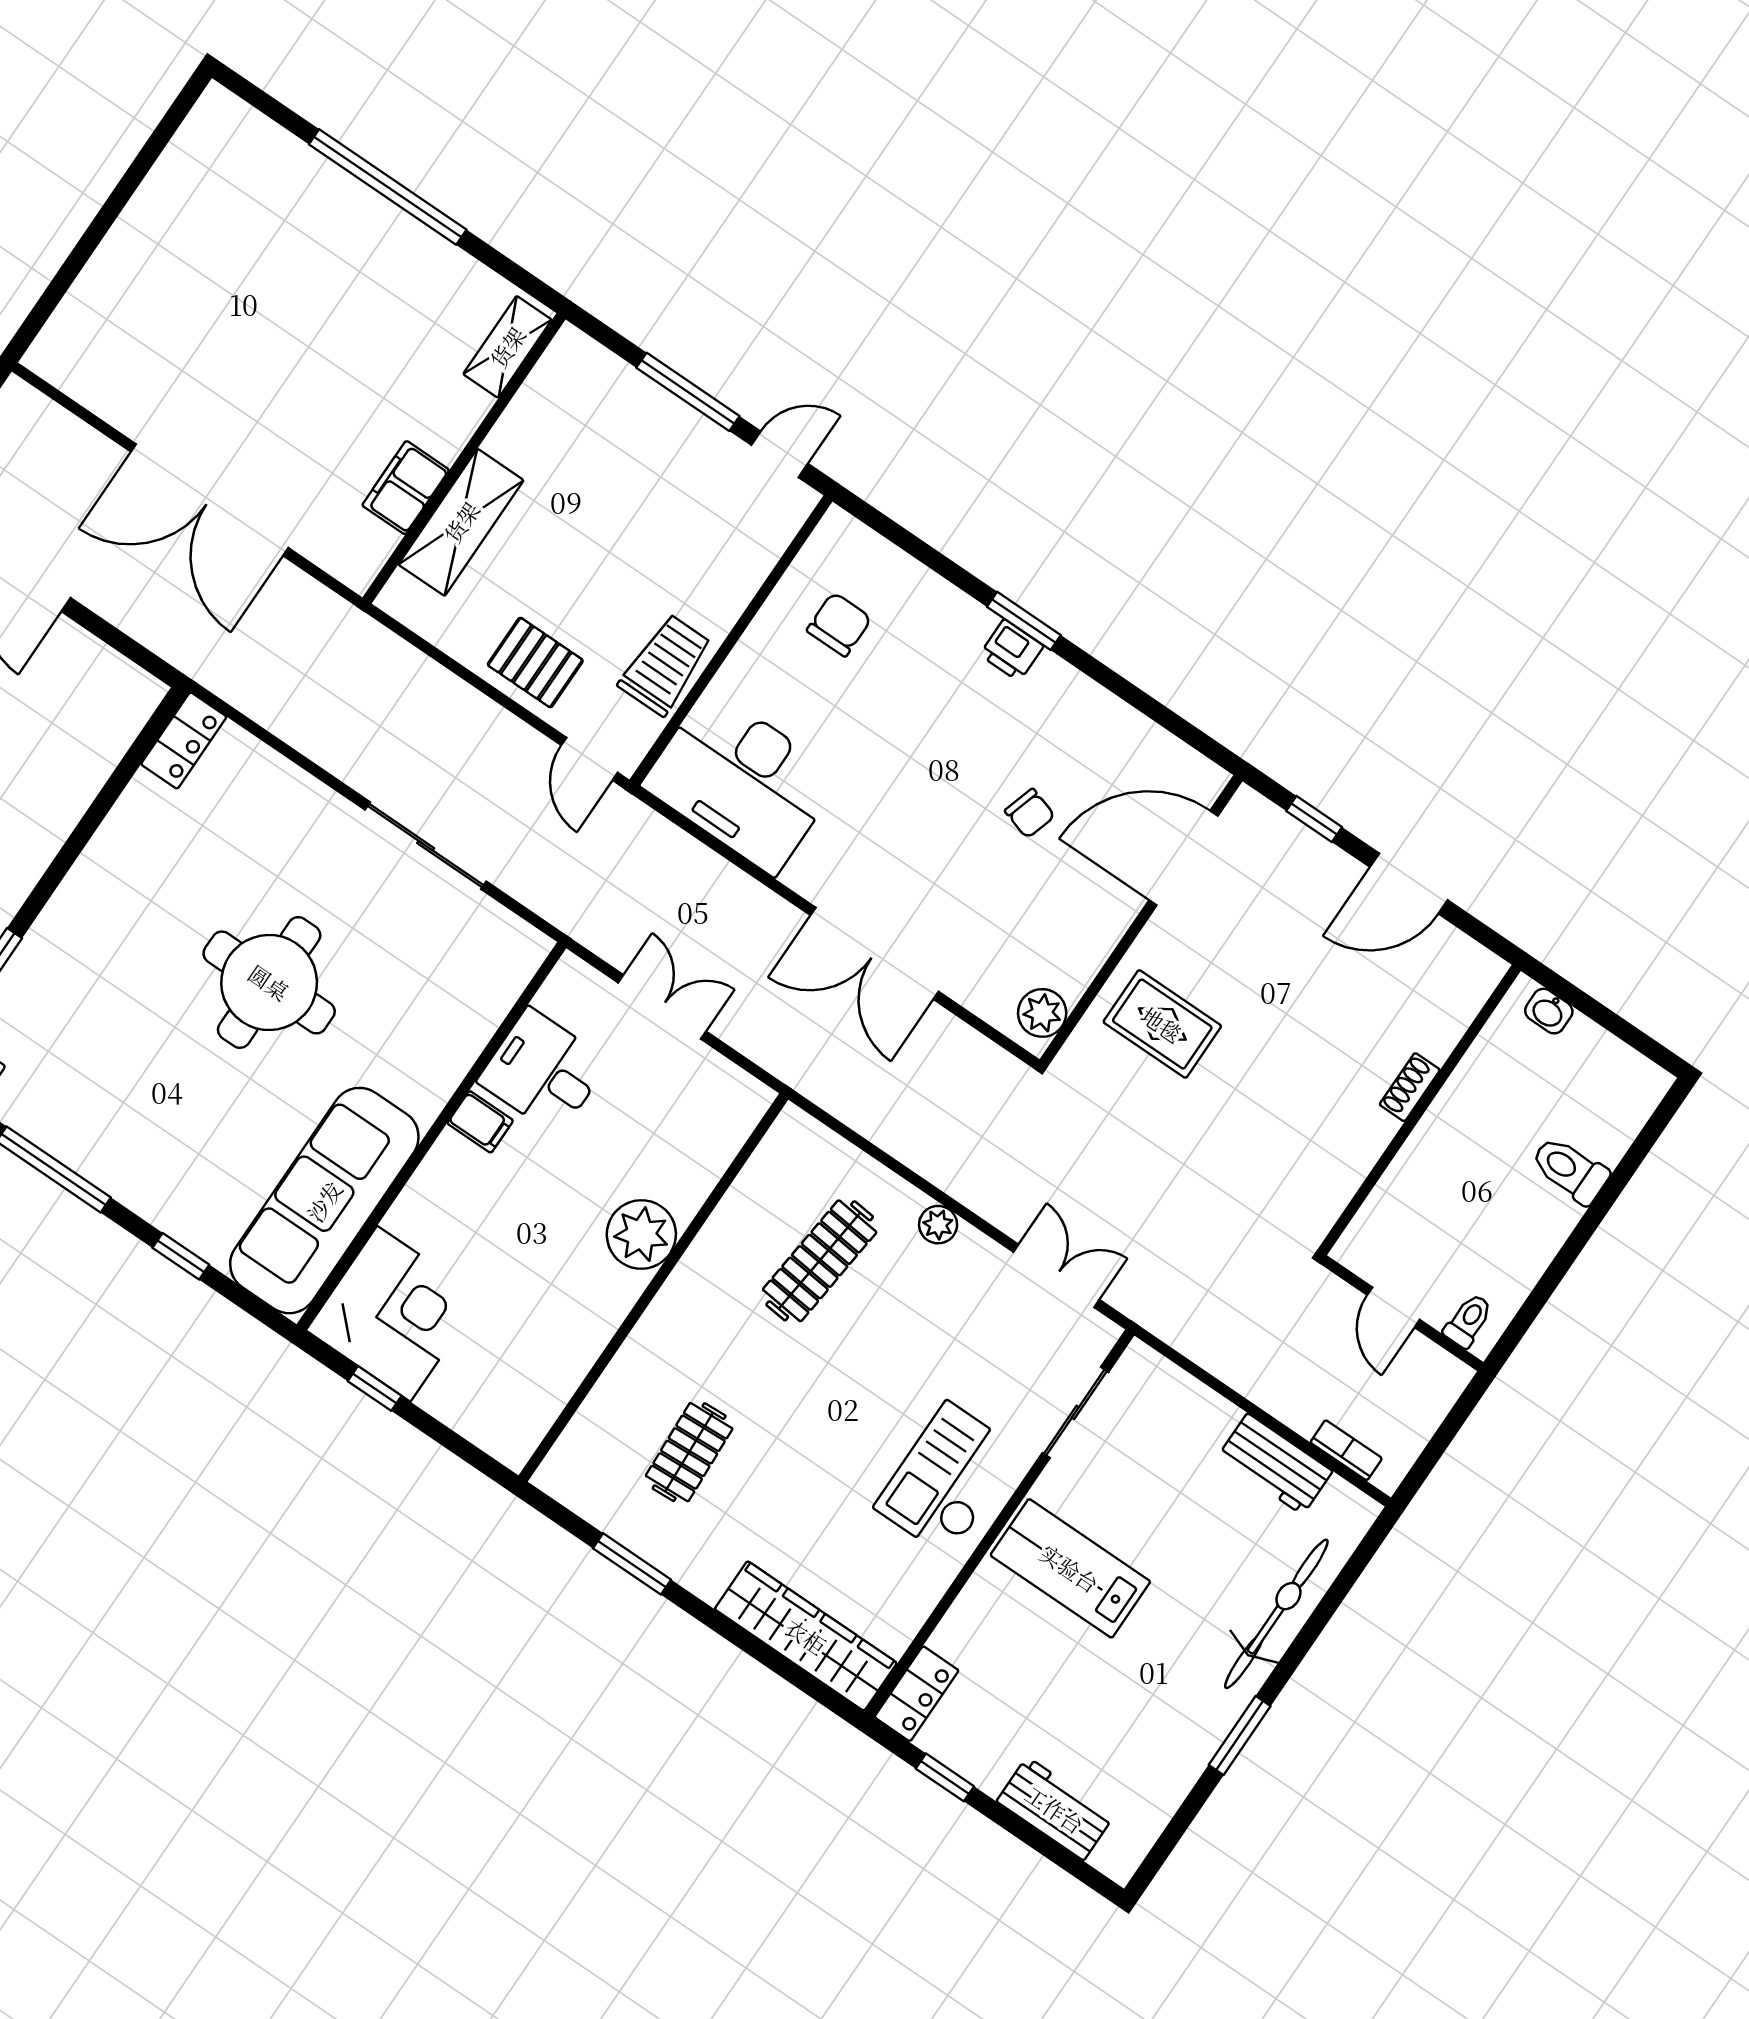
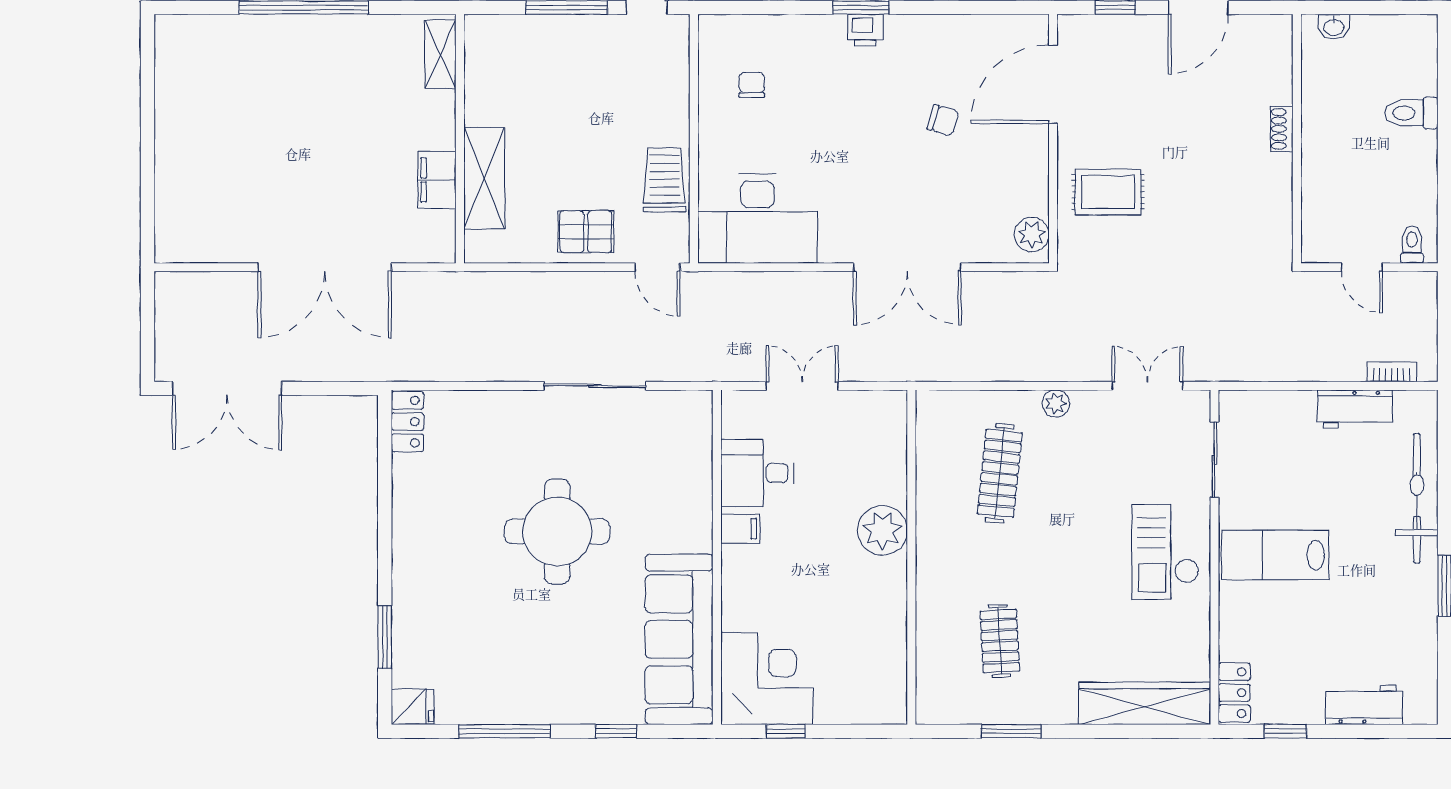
chair: (839, 624) -> (752, 85), width x0.73, depth x0.73

